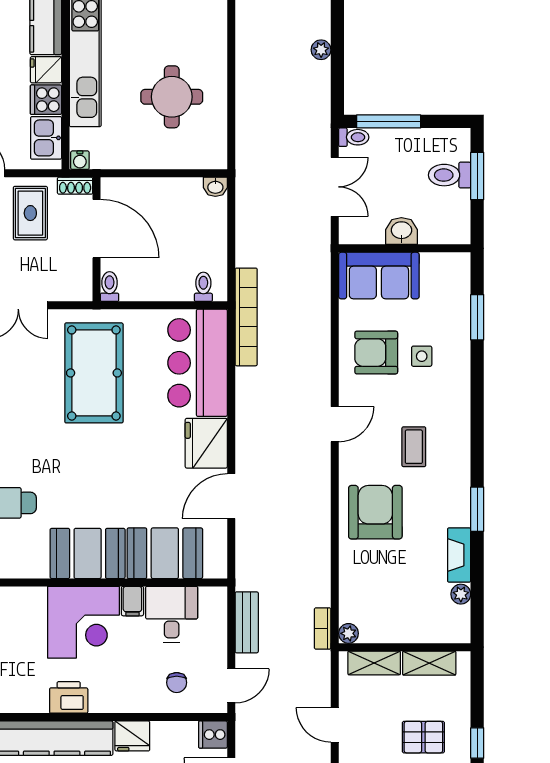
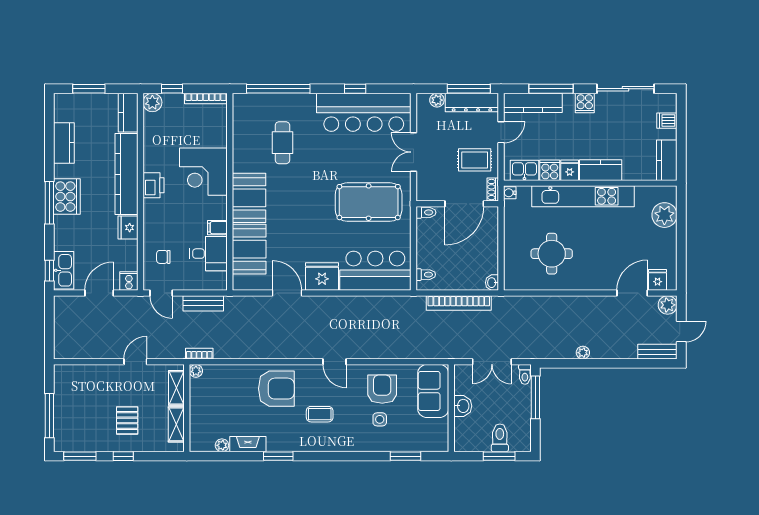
bookcase: (246, 317) -> (459, 303), moved
corner desk: (83, 622) -> (203, 172), moved

